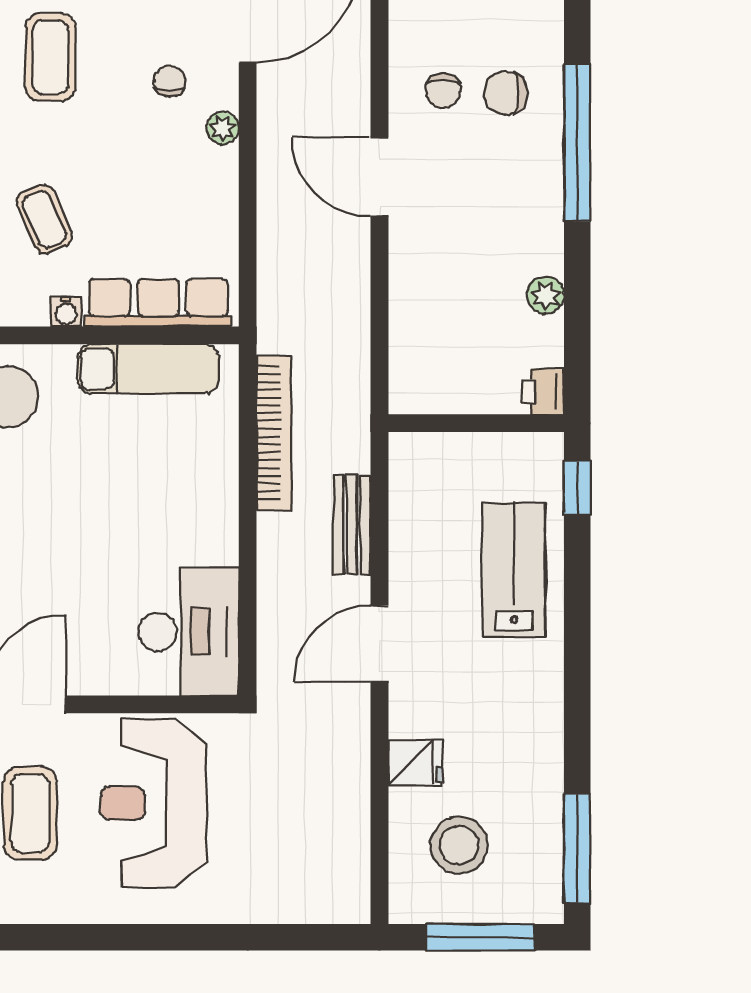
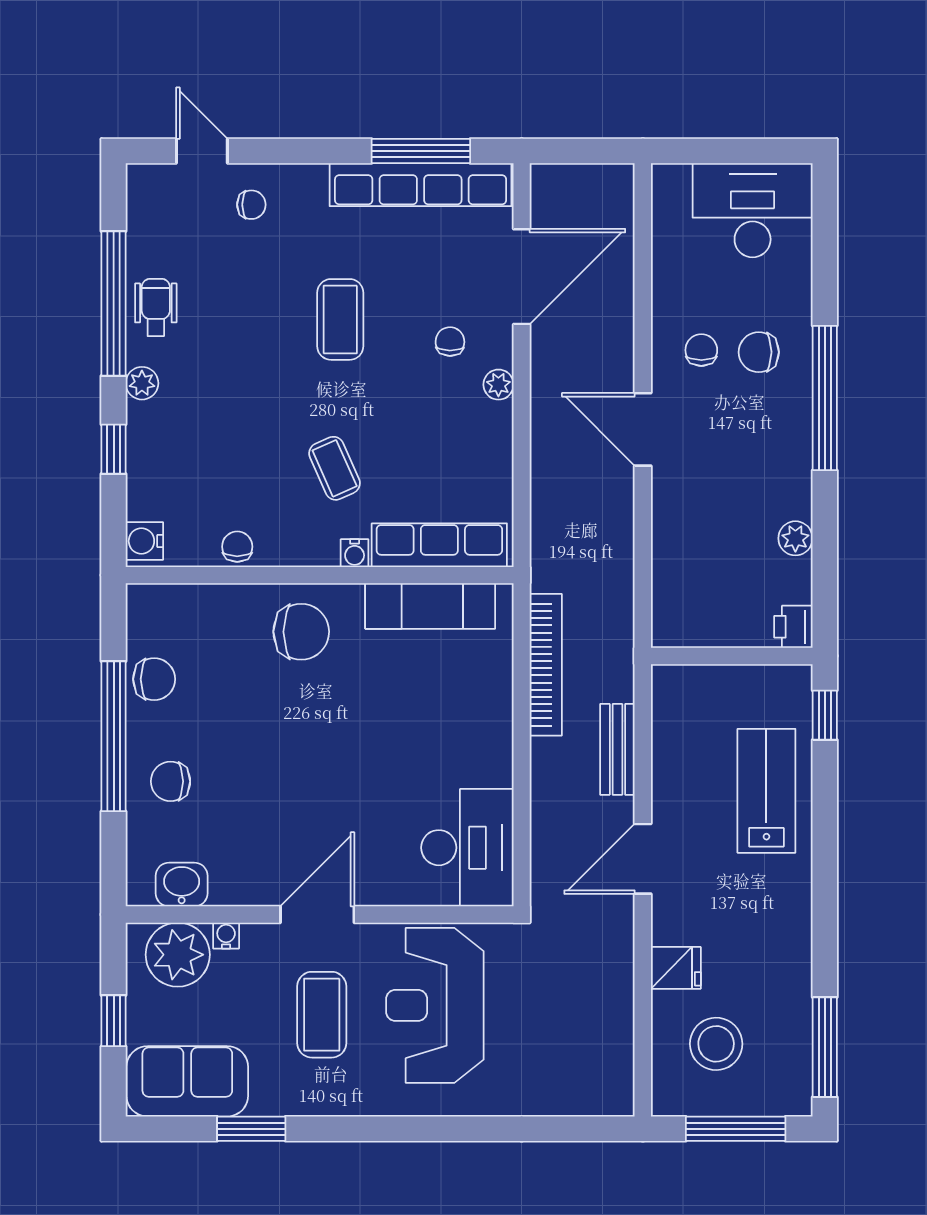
chair: (443, 91) -> (701, 350), turned 180

